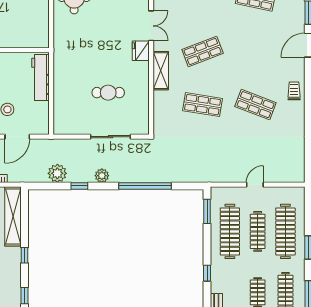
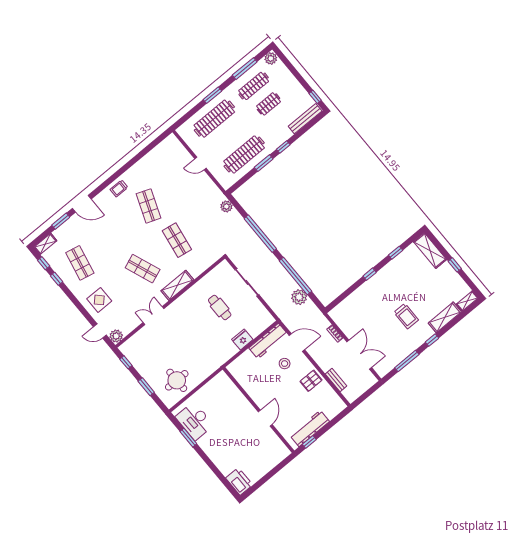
fridge: (141, 51) -> (242, 339), moved, turned 180
workbench: (41, 77) -> (268, 341), moved
plant: (102, 176) -> (226, 206), moved
window: (79, 186) -> (295, 276), width x3.17
window: (207, 211) -> (264, 163), moved
shelving: (13, 216) -> (351, 302), removed
clothes rail: (258, 231) -> (229, 137), removed

